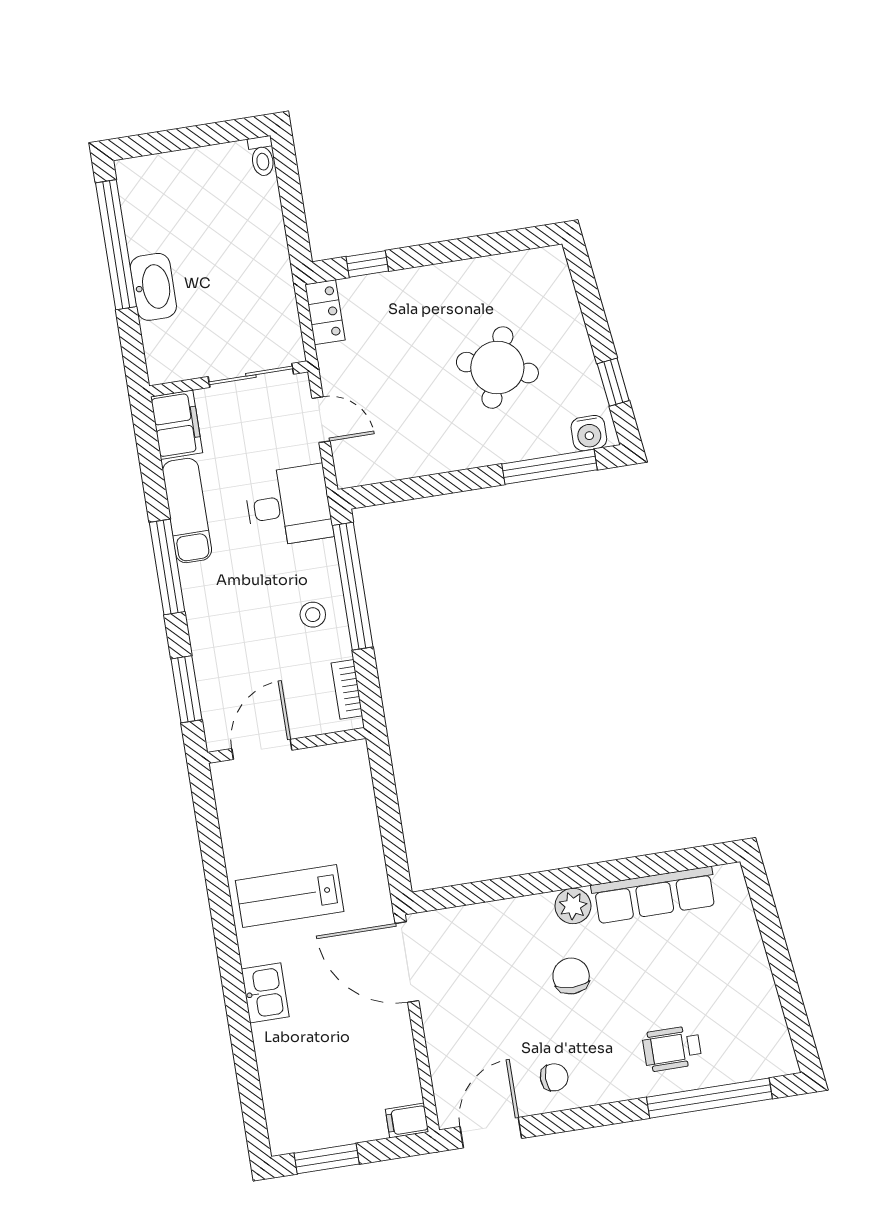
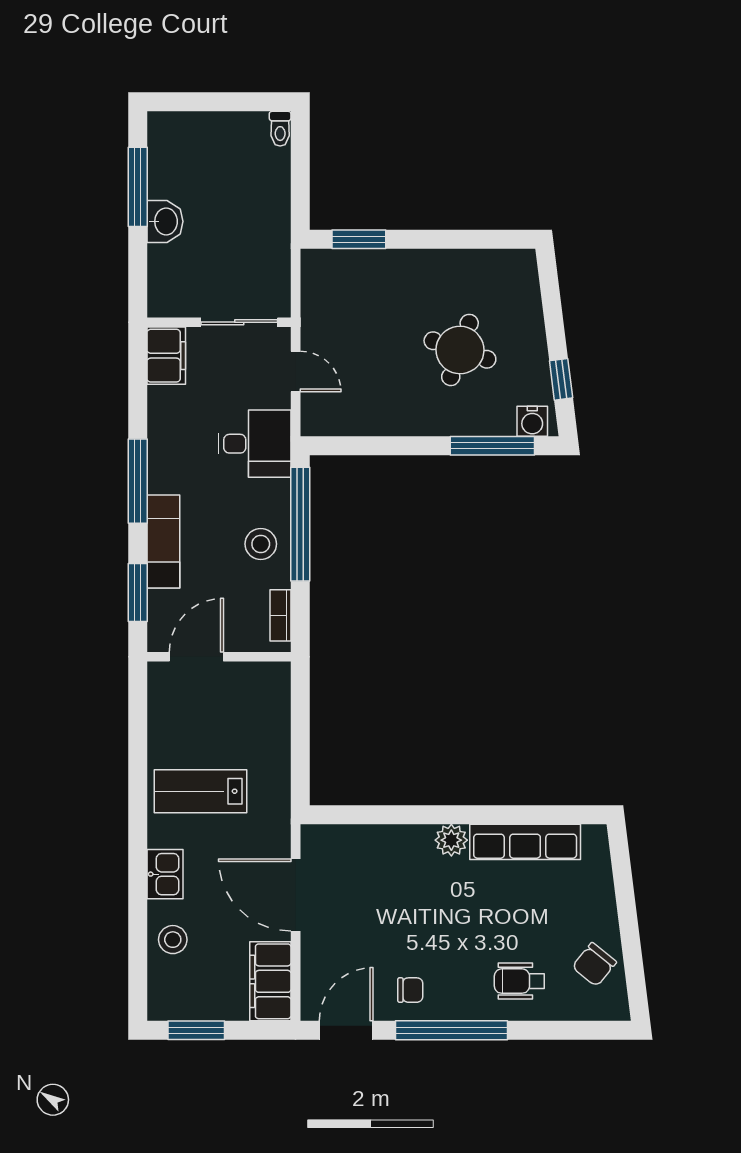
window: (116, 245) -> (138, 187), width x0.68
window: (367, 264) -> (359, 239), width x1.50
washbasin: (153, 287) -> (165, 221), width x0.72
locker: (325, 312) -> (314, 276), removed
exam couch: (187, 511) -> (163, 541), moved
stool: (313, 615) -> (261, 544), width x1.37, depth x1.37
door: (407, 962) -> (296, 895), moved
chair: (571, 976) -> (594, 965), moved, turned -141
stool: (285, 1063) -> (173, 940), added
window: (709, 1098) -> (452, 1030), moved
filing cabinet: (407, 1121) -> (270, 981), width x3.00, depth x1.17

